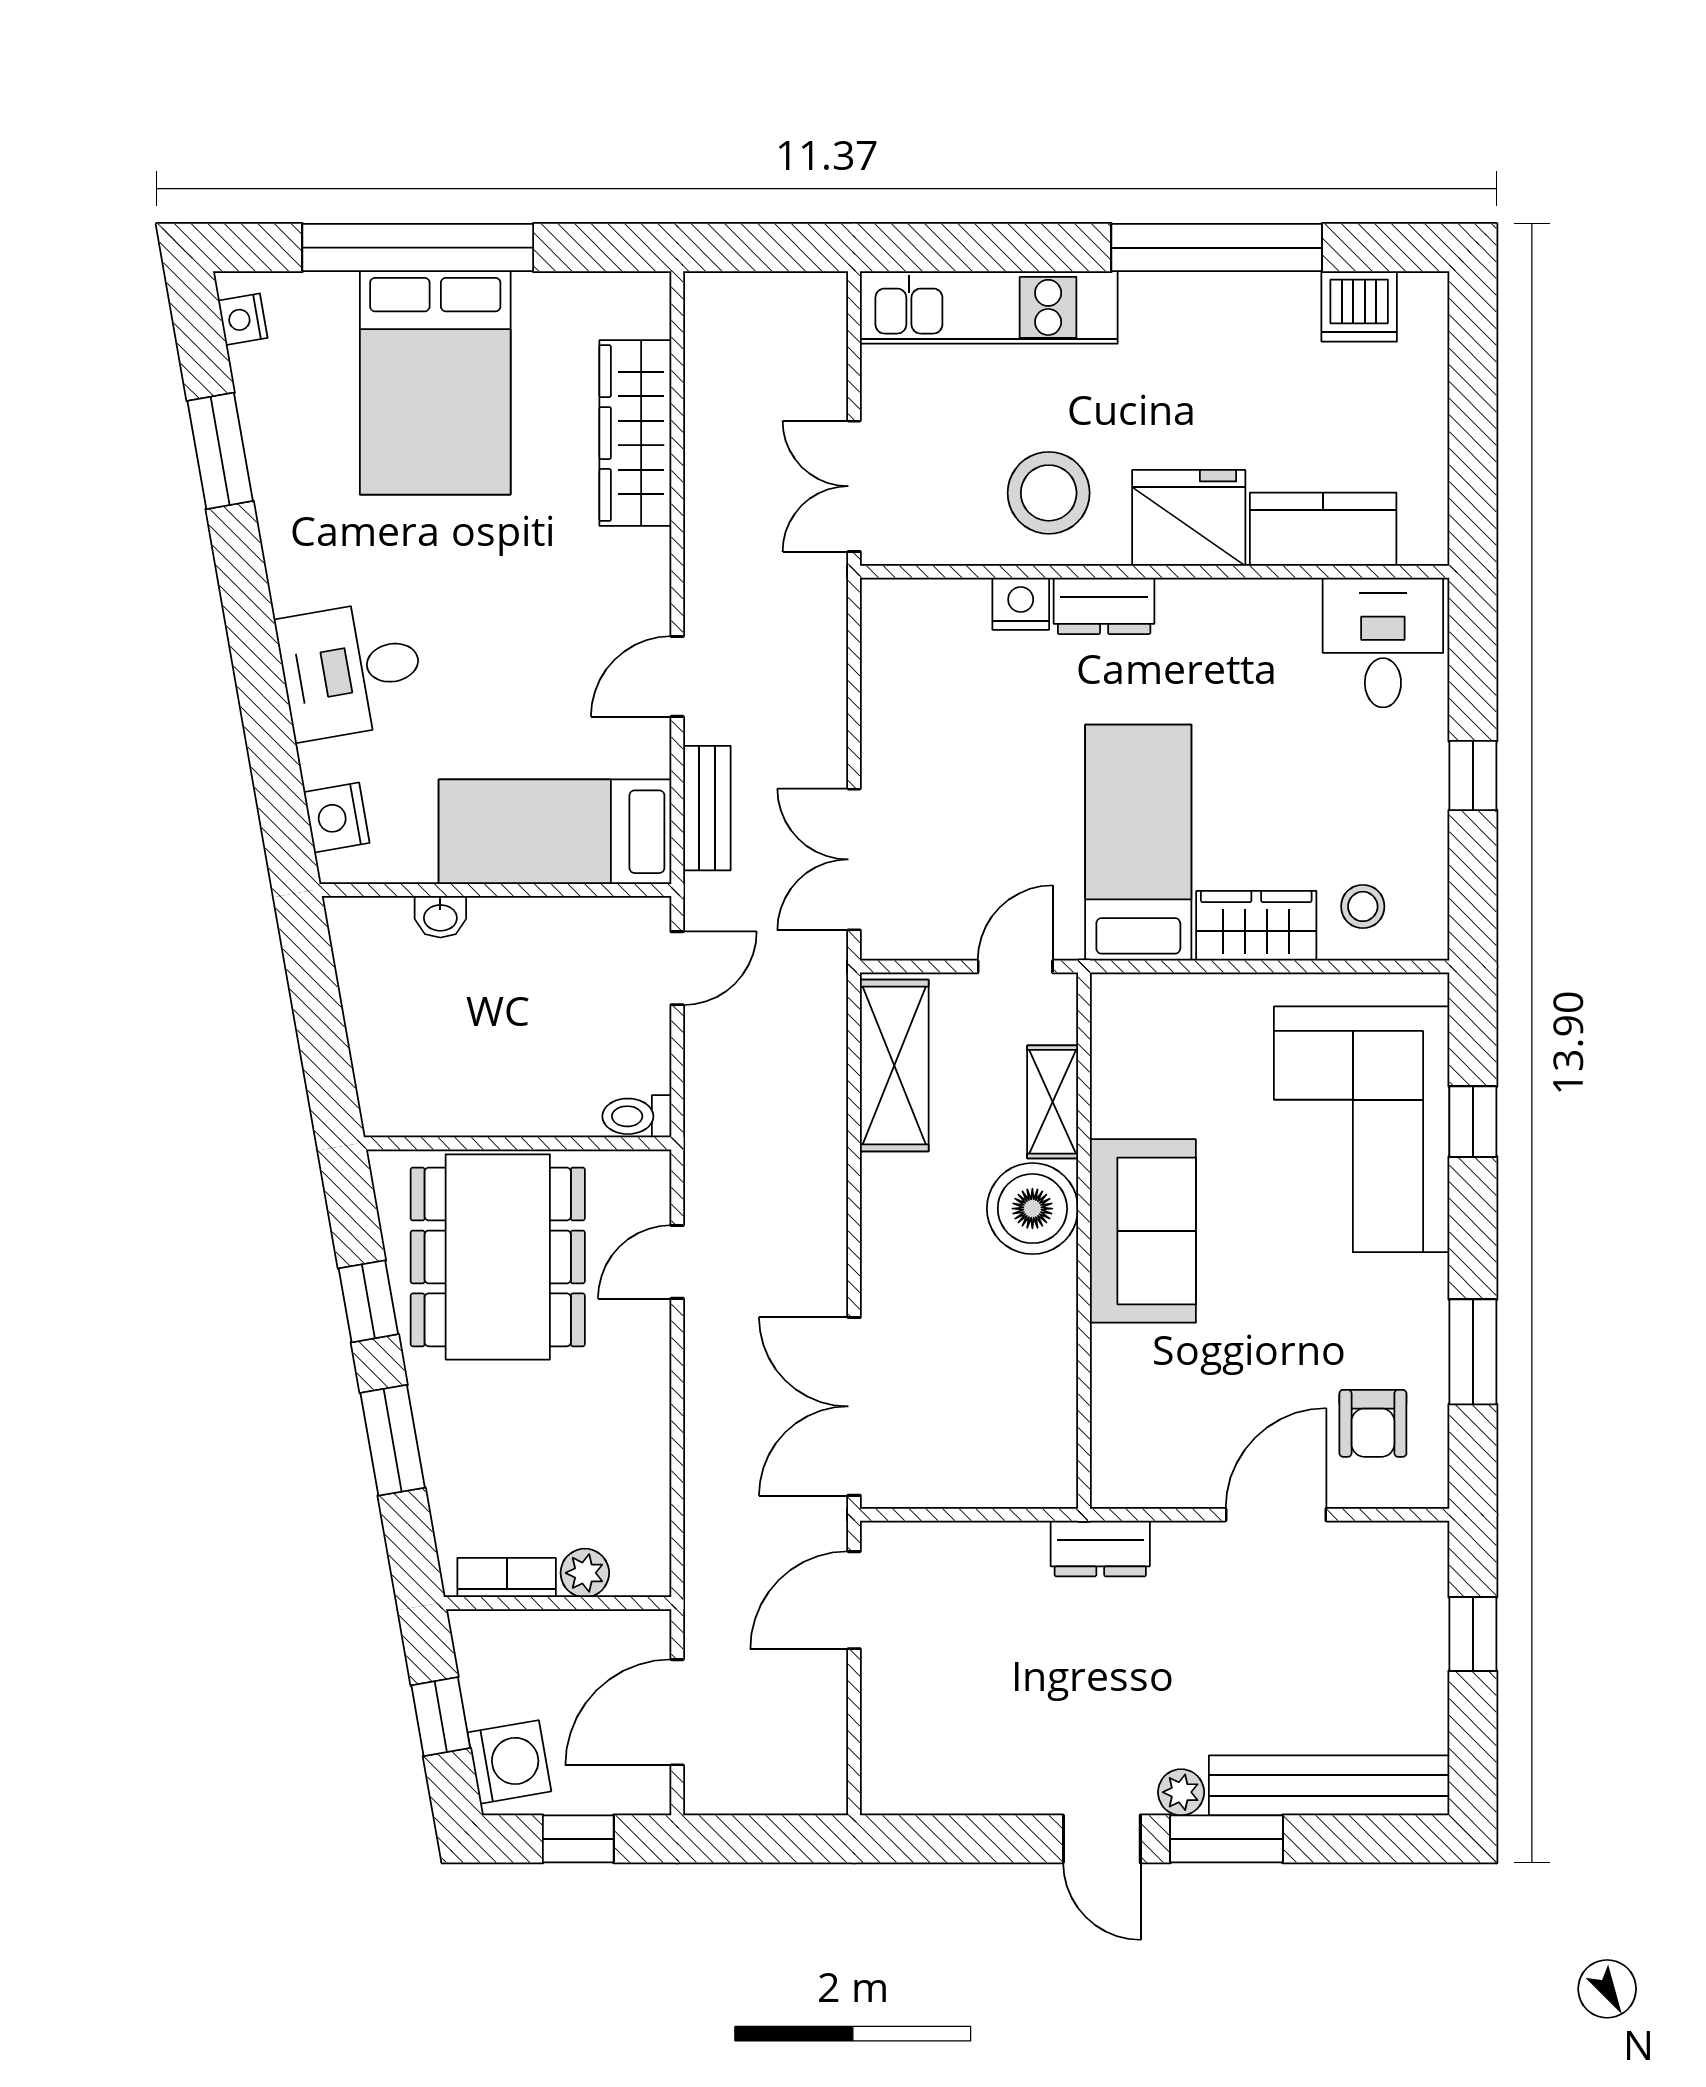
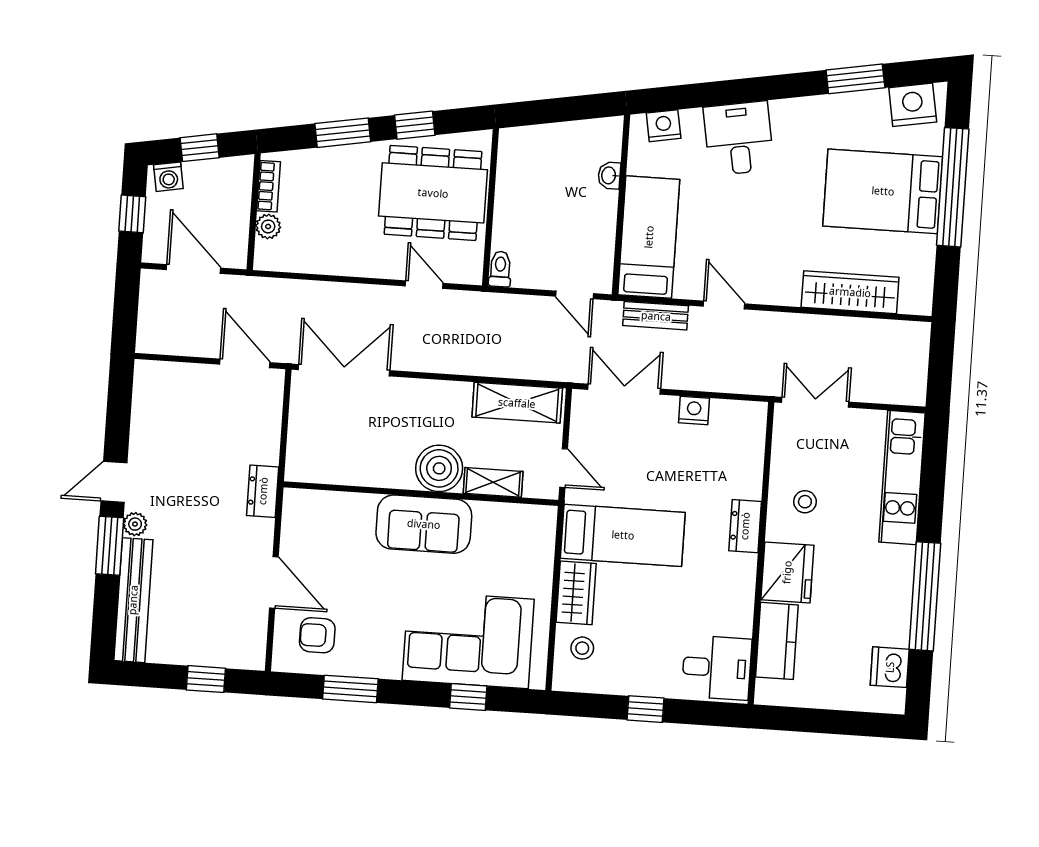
nightstand: (243, 319) -> (913, 105), width x1.89, depth x1.79
stool: (1049, 493) -> (805, 502), width x0.53, depth x0.53
nightstand: (1021, 604) -> (694, 410), moved, turned -90
washing machine: (509, 1762) -> (168, 177), width x0.73, depth x0.73

